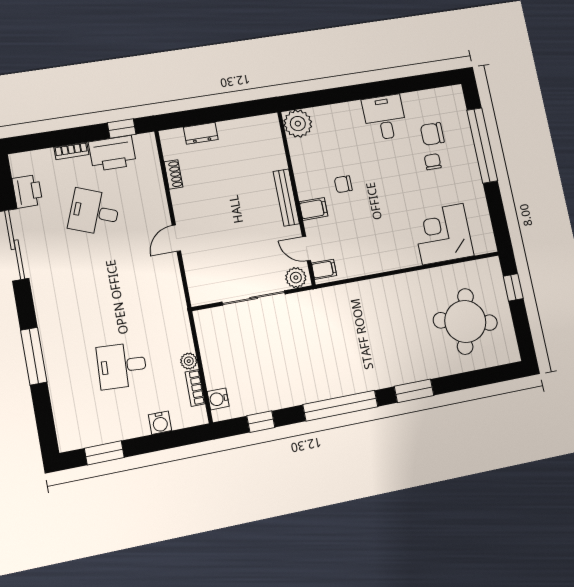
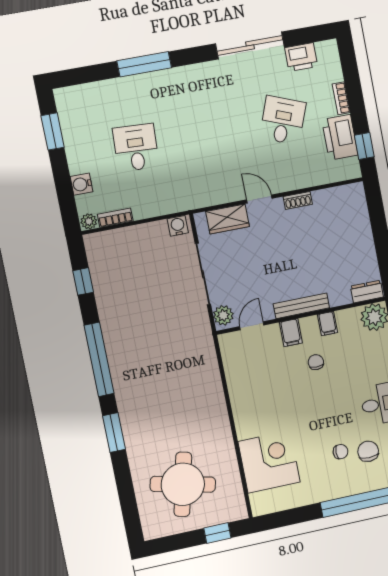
dresser: (201, 133) -> (367, 292), moved, turned 90
shoe rack: (173, 174) -> (298, 200), moved
filing cabinet: (324, 269) -> (328, 324), moved
wardrobe: (197, 272) -> (228, 219), added
plant: (189, 361) -> (89, 221), moved
water cooler: (218, 399) -> (178, 226), moved

